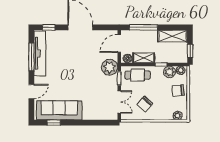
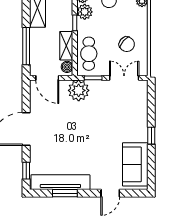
window: (31, 57) -> (65, 193), width x0.69
door: (31, 91) -> (110, 193), swing flipped
sofa: (59, 110) -> (135, 164), width x0.73
window: (54, 123) -> (151, 136), moved

